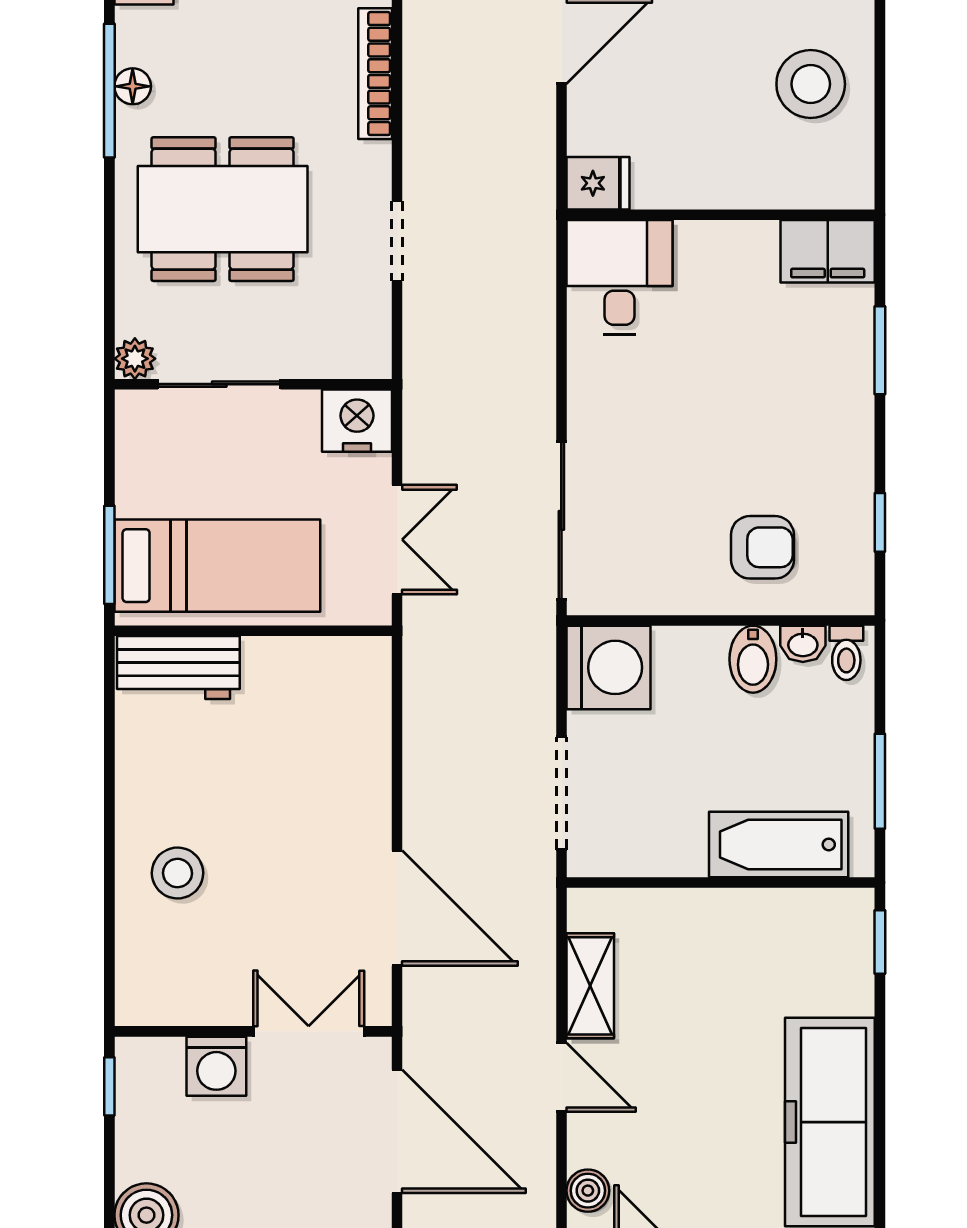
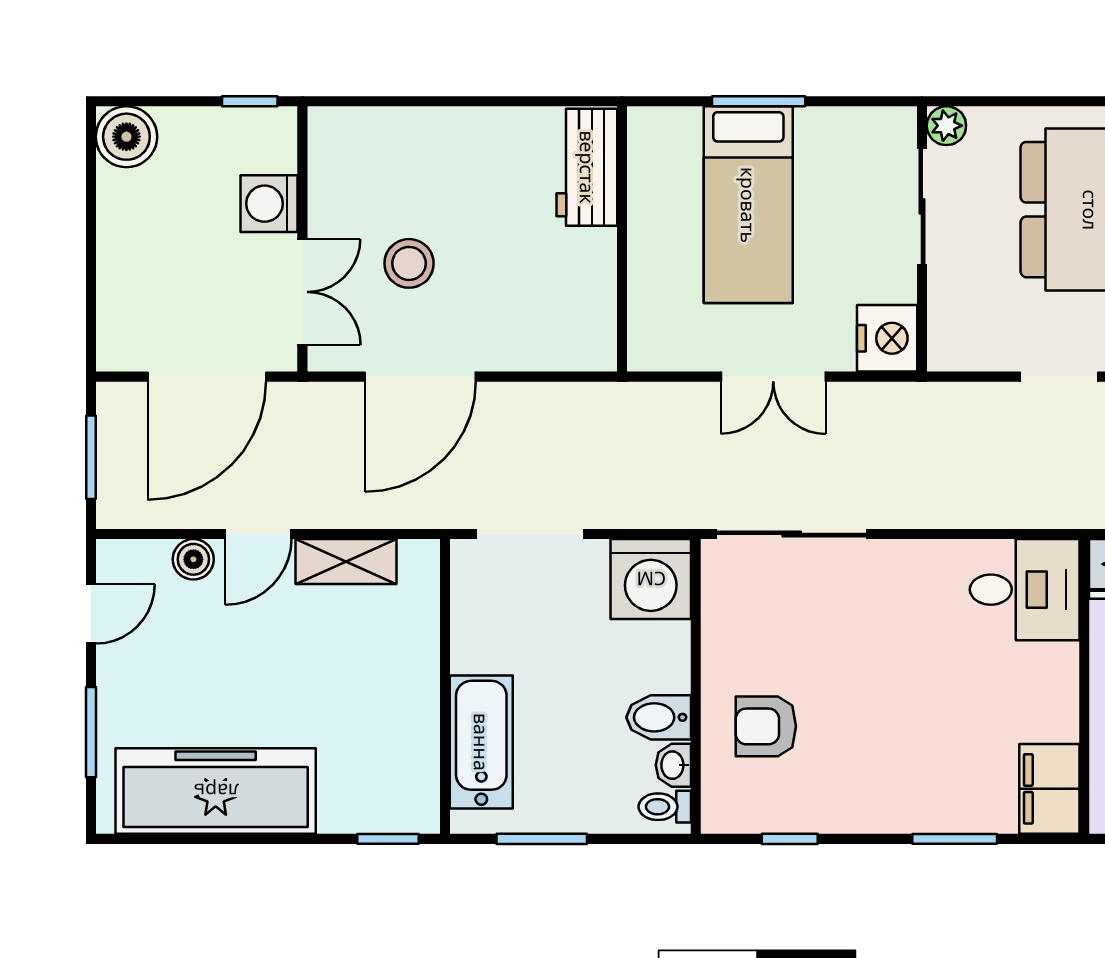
armchair: (762, 547) -> (766, 726), turned 90
wall: (253, 631) -> (622, 239), moved
workbench: (178, 667) -> (587, 167), moved
stool: (178, 873) -> (409, 263), moved
boiler: (588, 1191) -> (193, 559), moved

